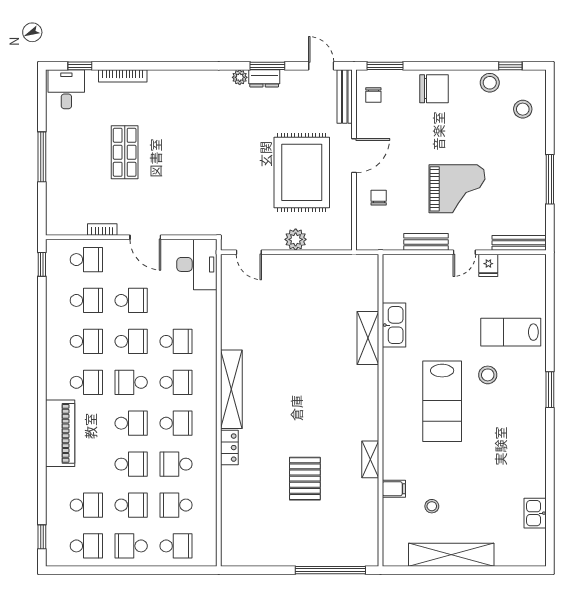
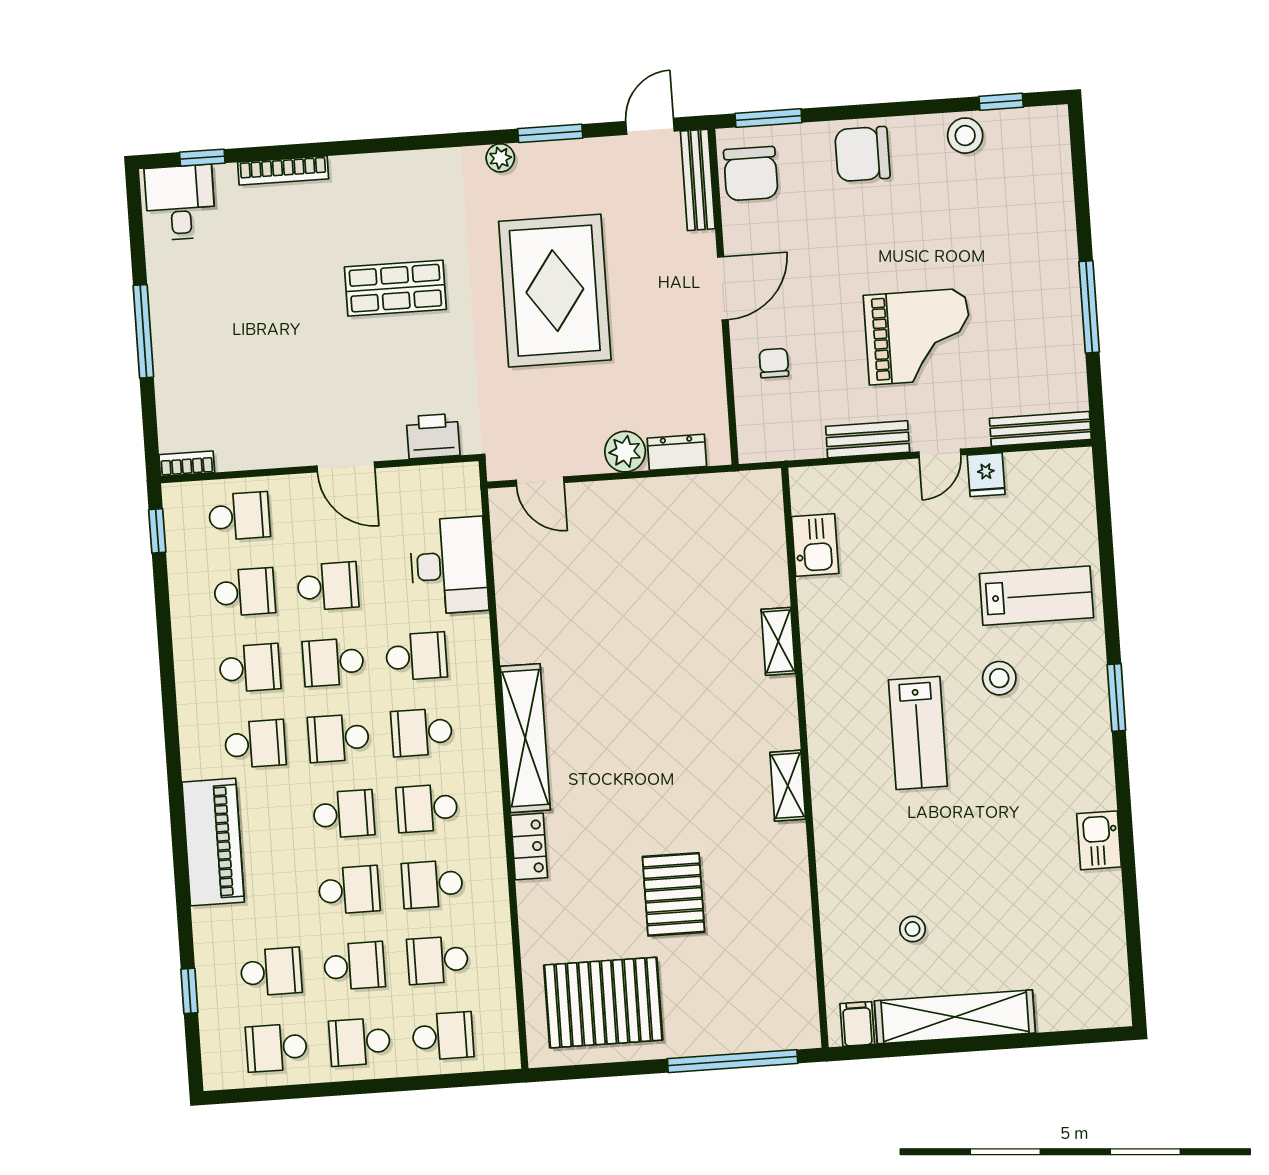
door: (321, 66) -> (650, 126), hinge flipped
dresser: (264, 78) -> (677, 452), moved, turned 180
chair: (434, 89) -> (862, 154), turned 180
chair: (373, 95) -> (751, 174), width x1.87, depth x1.87
stool: (523, 109) -> (1030, 180), removed
shop shelf: (125, 152) -> (395, 288), moved, turned 90
rug: (302, 172) -> (555, 291), moved
printer: (193, 224) -> (433, 436), added
bookcase: (102, 229) -> (187, 464), moved
desk: (197, 264) -> (449, 566), moved
kitchen sink: (394, 325) -> (815, 545), moved, width x0.73
lab bench: (511, 332) -> (1036, 596), turned 180
shelving: (368, 338) -> (778, 641), width x0.67, depth x0.75
school desk: (131, 341) -> (333, 662), turned 180
school desk: (176, 382) -> (422, 732), turned 180
lab bench: (442, 401) -> (918, 733), width x0.73, depth x0.72
school desk: (176, 423) -> (427, 808), turned 180
shelving: (370, 459) -> (788, 786), moved
filing cabinet: (394, 489) -> (857, 1024), moved, turned -90
kitchen sink: (535, 513) -> (1099, 840), moved
pallet: (263, 534) -> (603, 1003), added
window: (42, 537) -> (189, 991), moved
school desk: (86, 546) -> (276, 1048), turned 180

